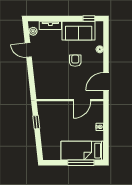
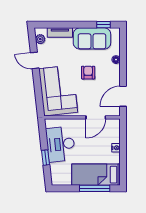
corner sofa: (49, 76) -> (58, 90), added
window: (36, 122) -> (46, 158), moved
desk: (51, 124) -> (61, 144), added

